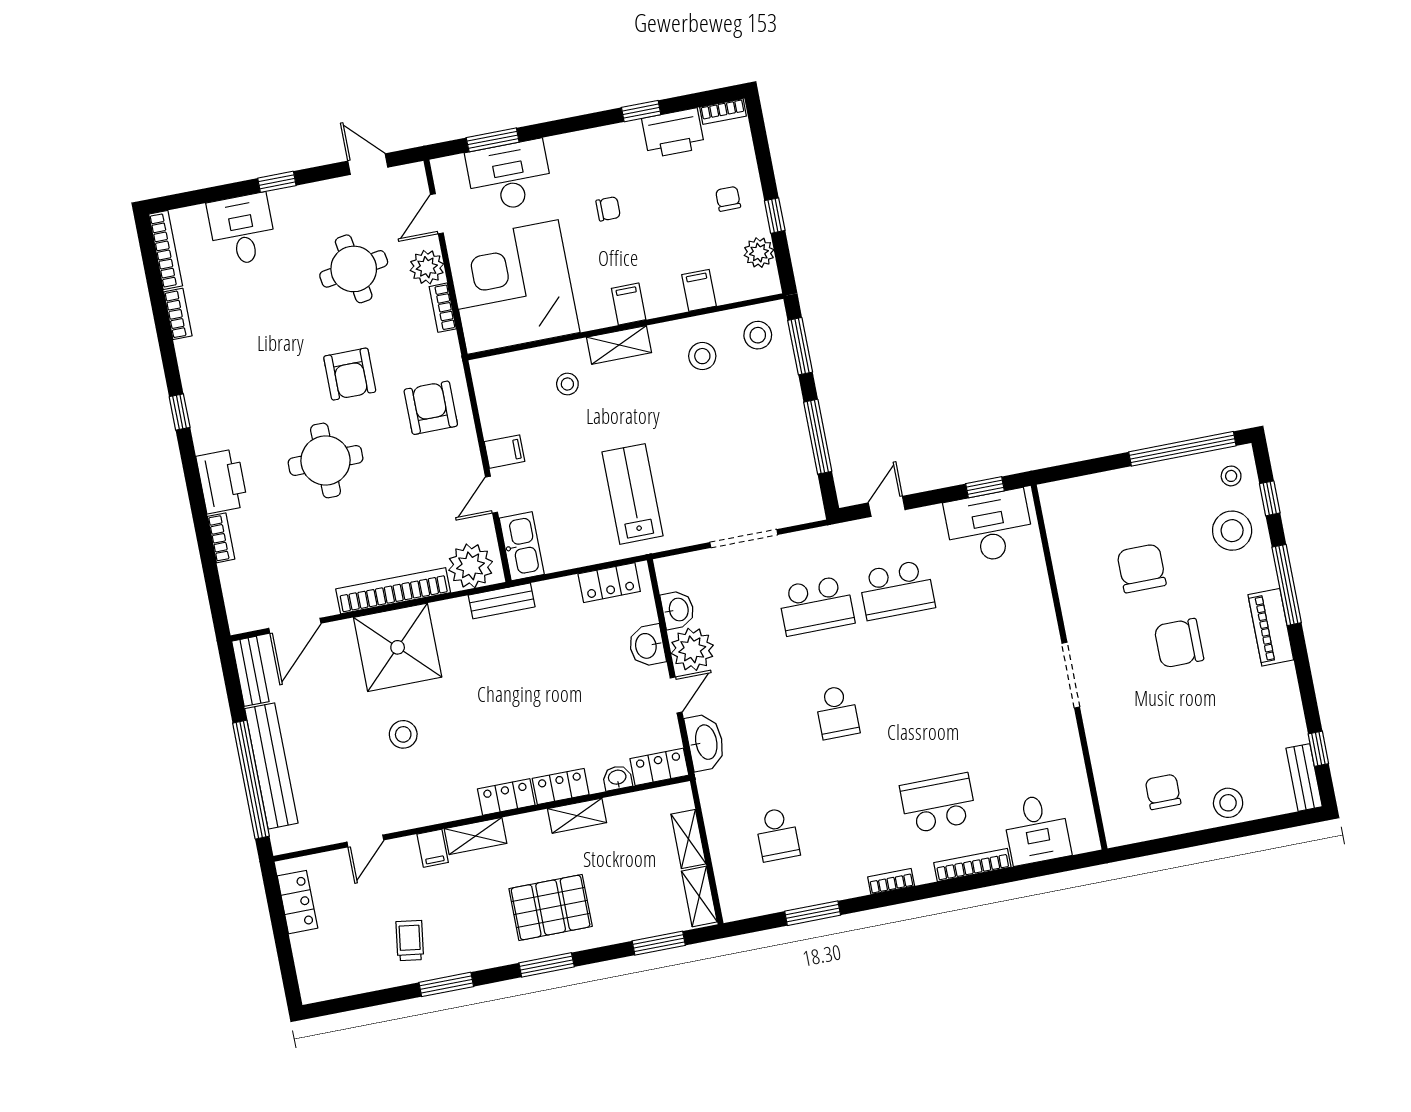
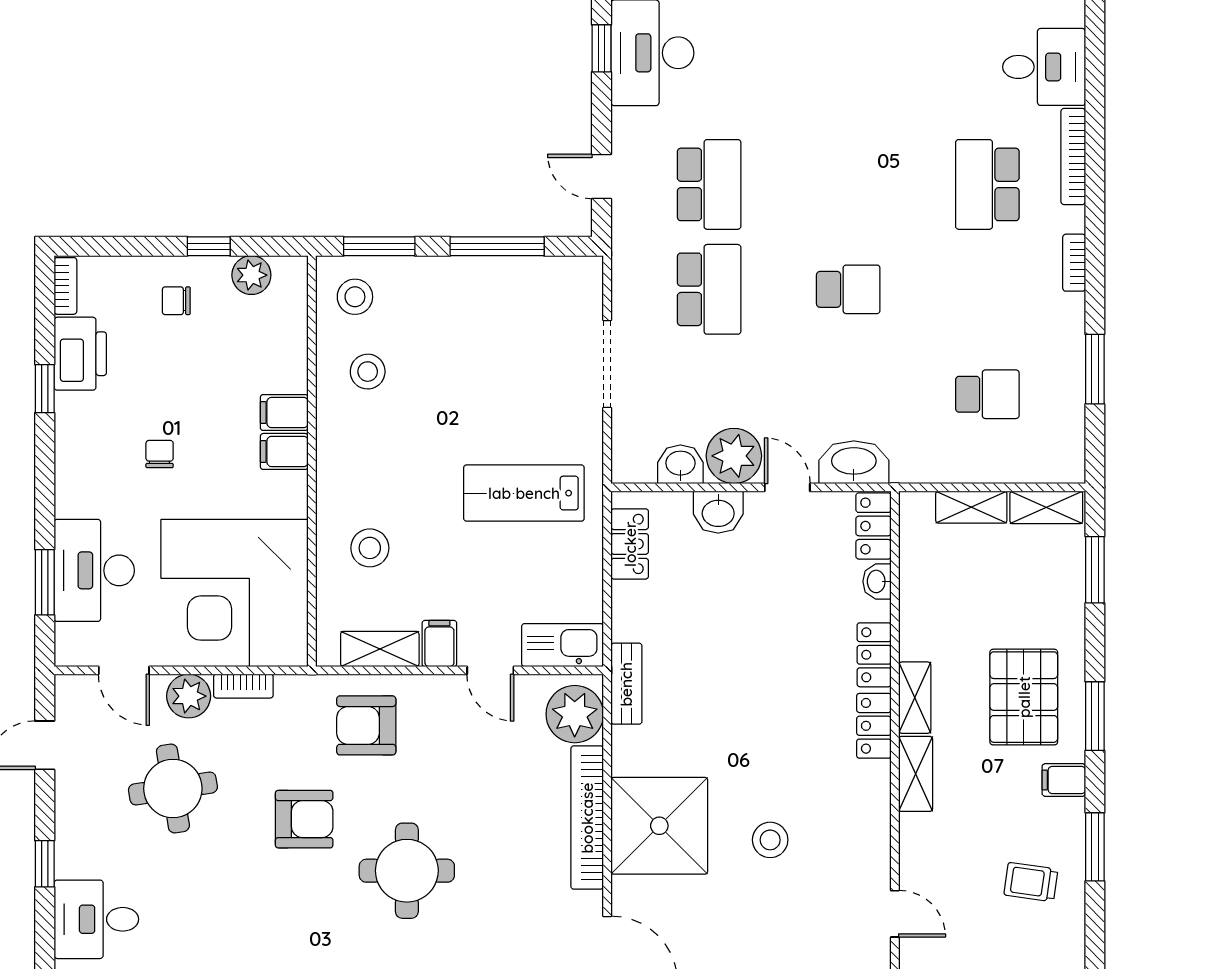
filing cabinet: (699, 290) -> (284, 413), moved
shelving: (619, 345) -> (380, 649), moved, turned 90
stool: (567, 384) -> (370, 548), width x1.37, depth x1.37
shelving: (577, 816) -> (915, 698), moved
filing cabinet: (433, 848) -> (1064, 780), moved, turned 180

